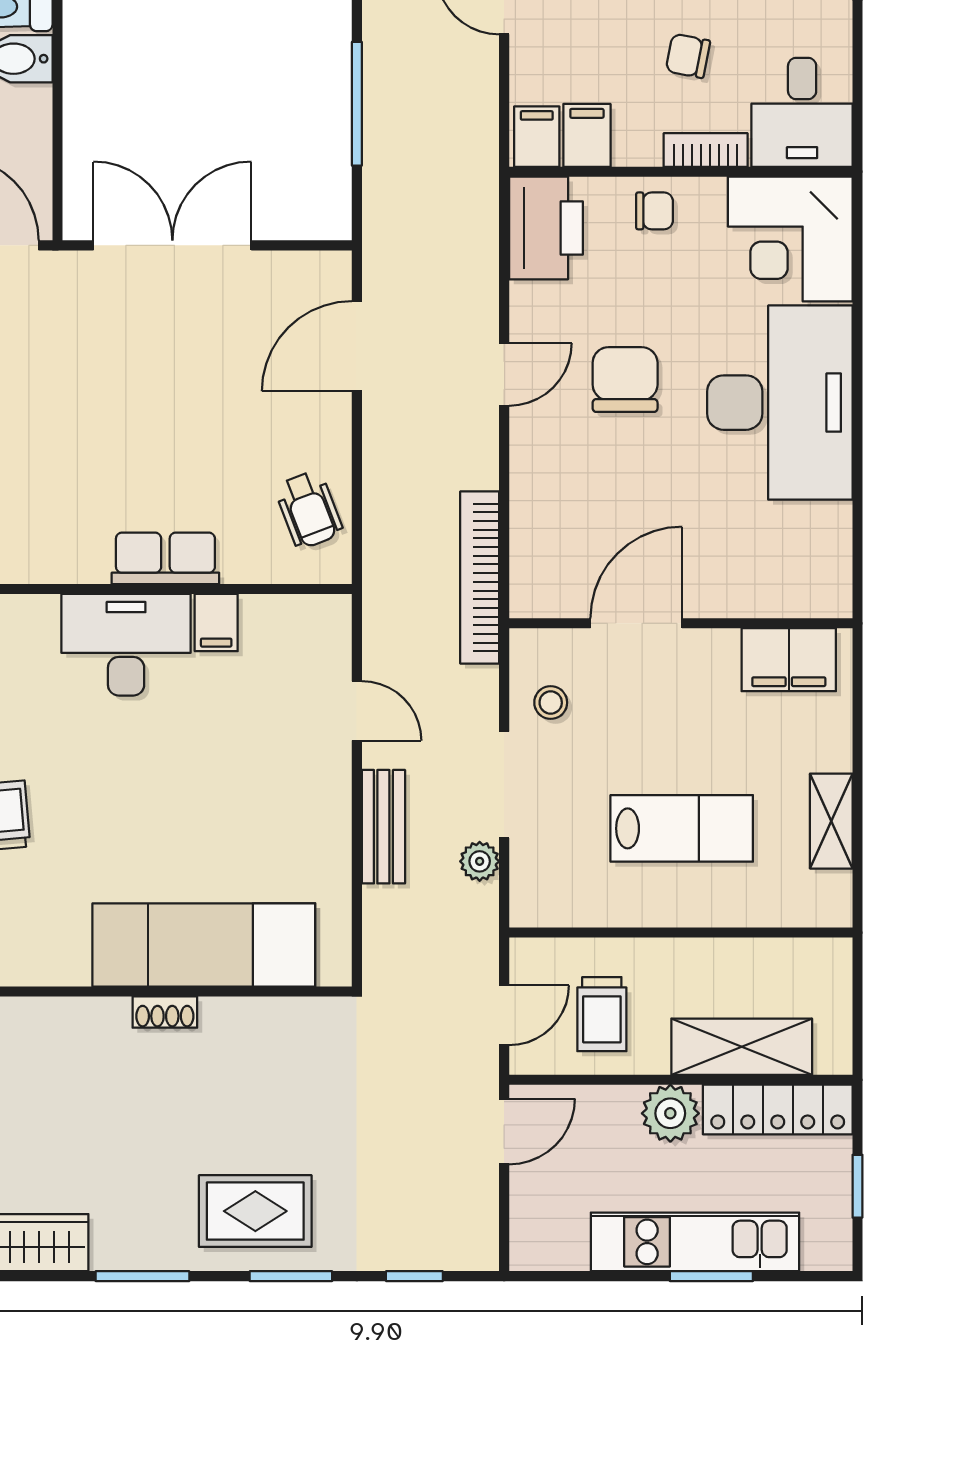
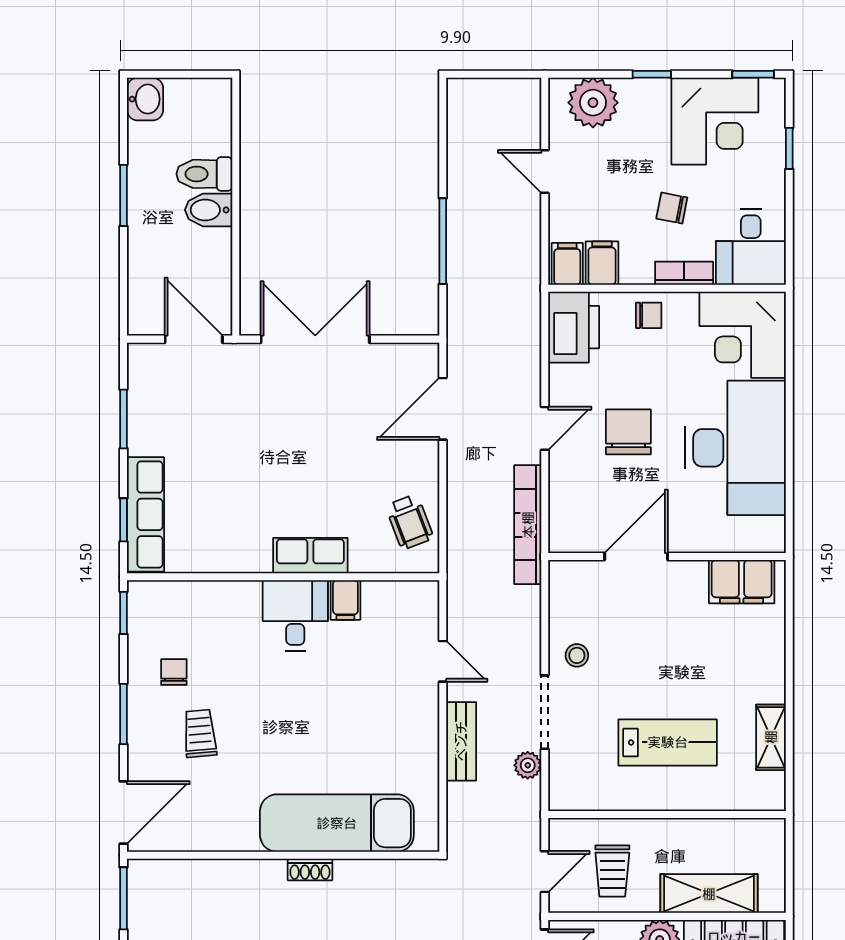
bookcase: (480, 577) -> (528, 525), moved
door: (636, 623) -> (636, 556), moved
wall: (681, 623) -> (667, 556), moved
desk: (126, 645) -> (295, 615), width x0.73
filing cabinet: (789, 660) -> (742, 582), moved

